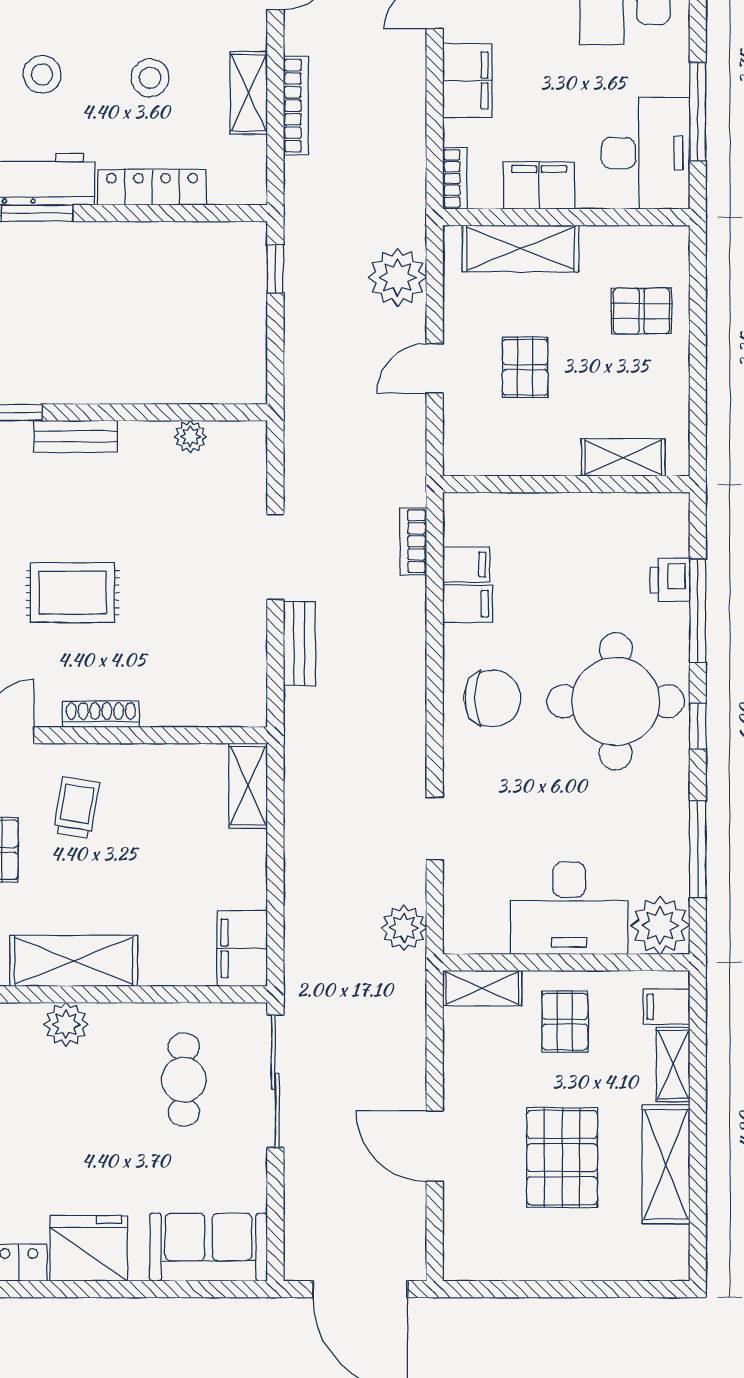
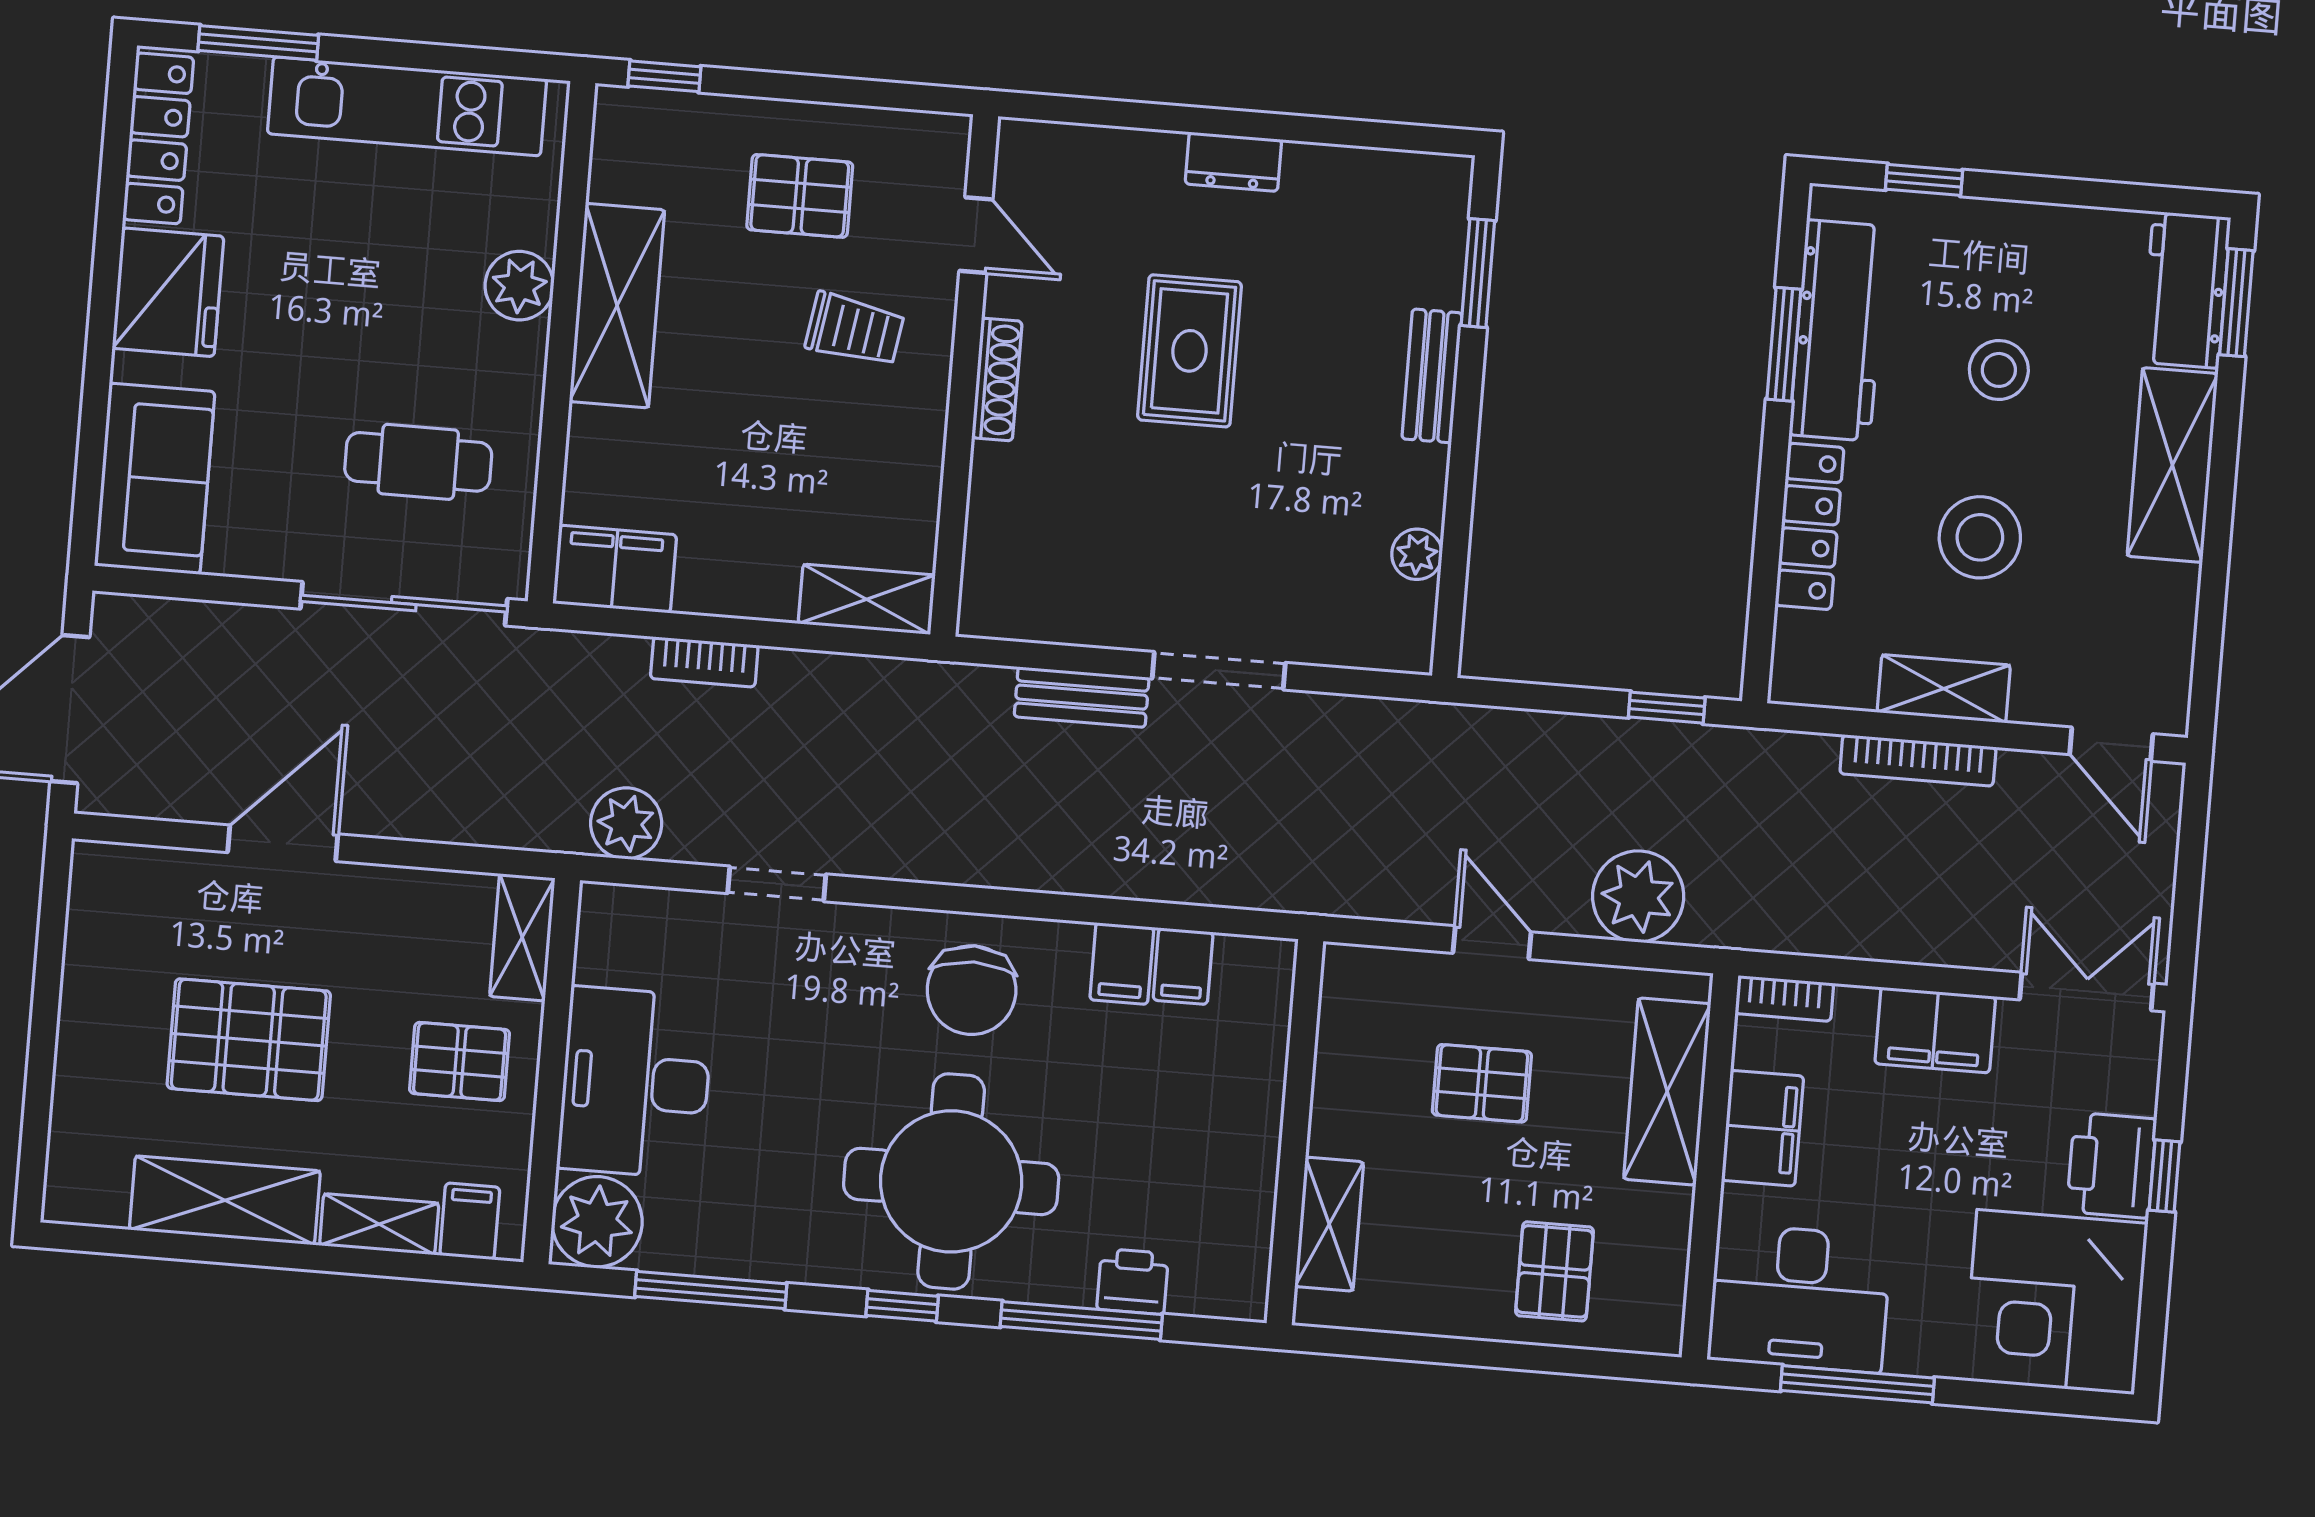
stool: (150, 78) -> (1980, 537), width x1.38, depth x1.38
bookcase: (413, 541) -> (704, 662), moved, turned 180

